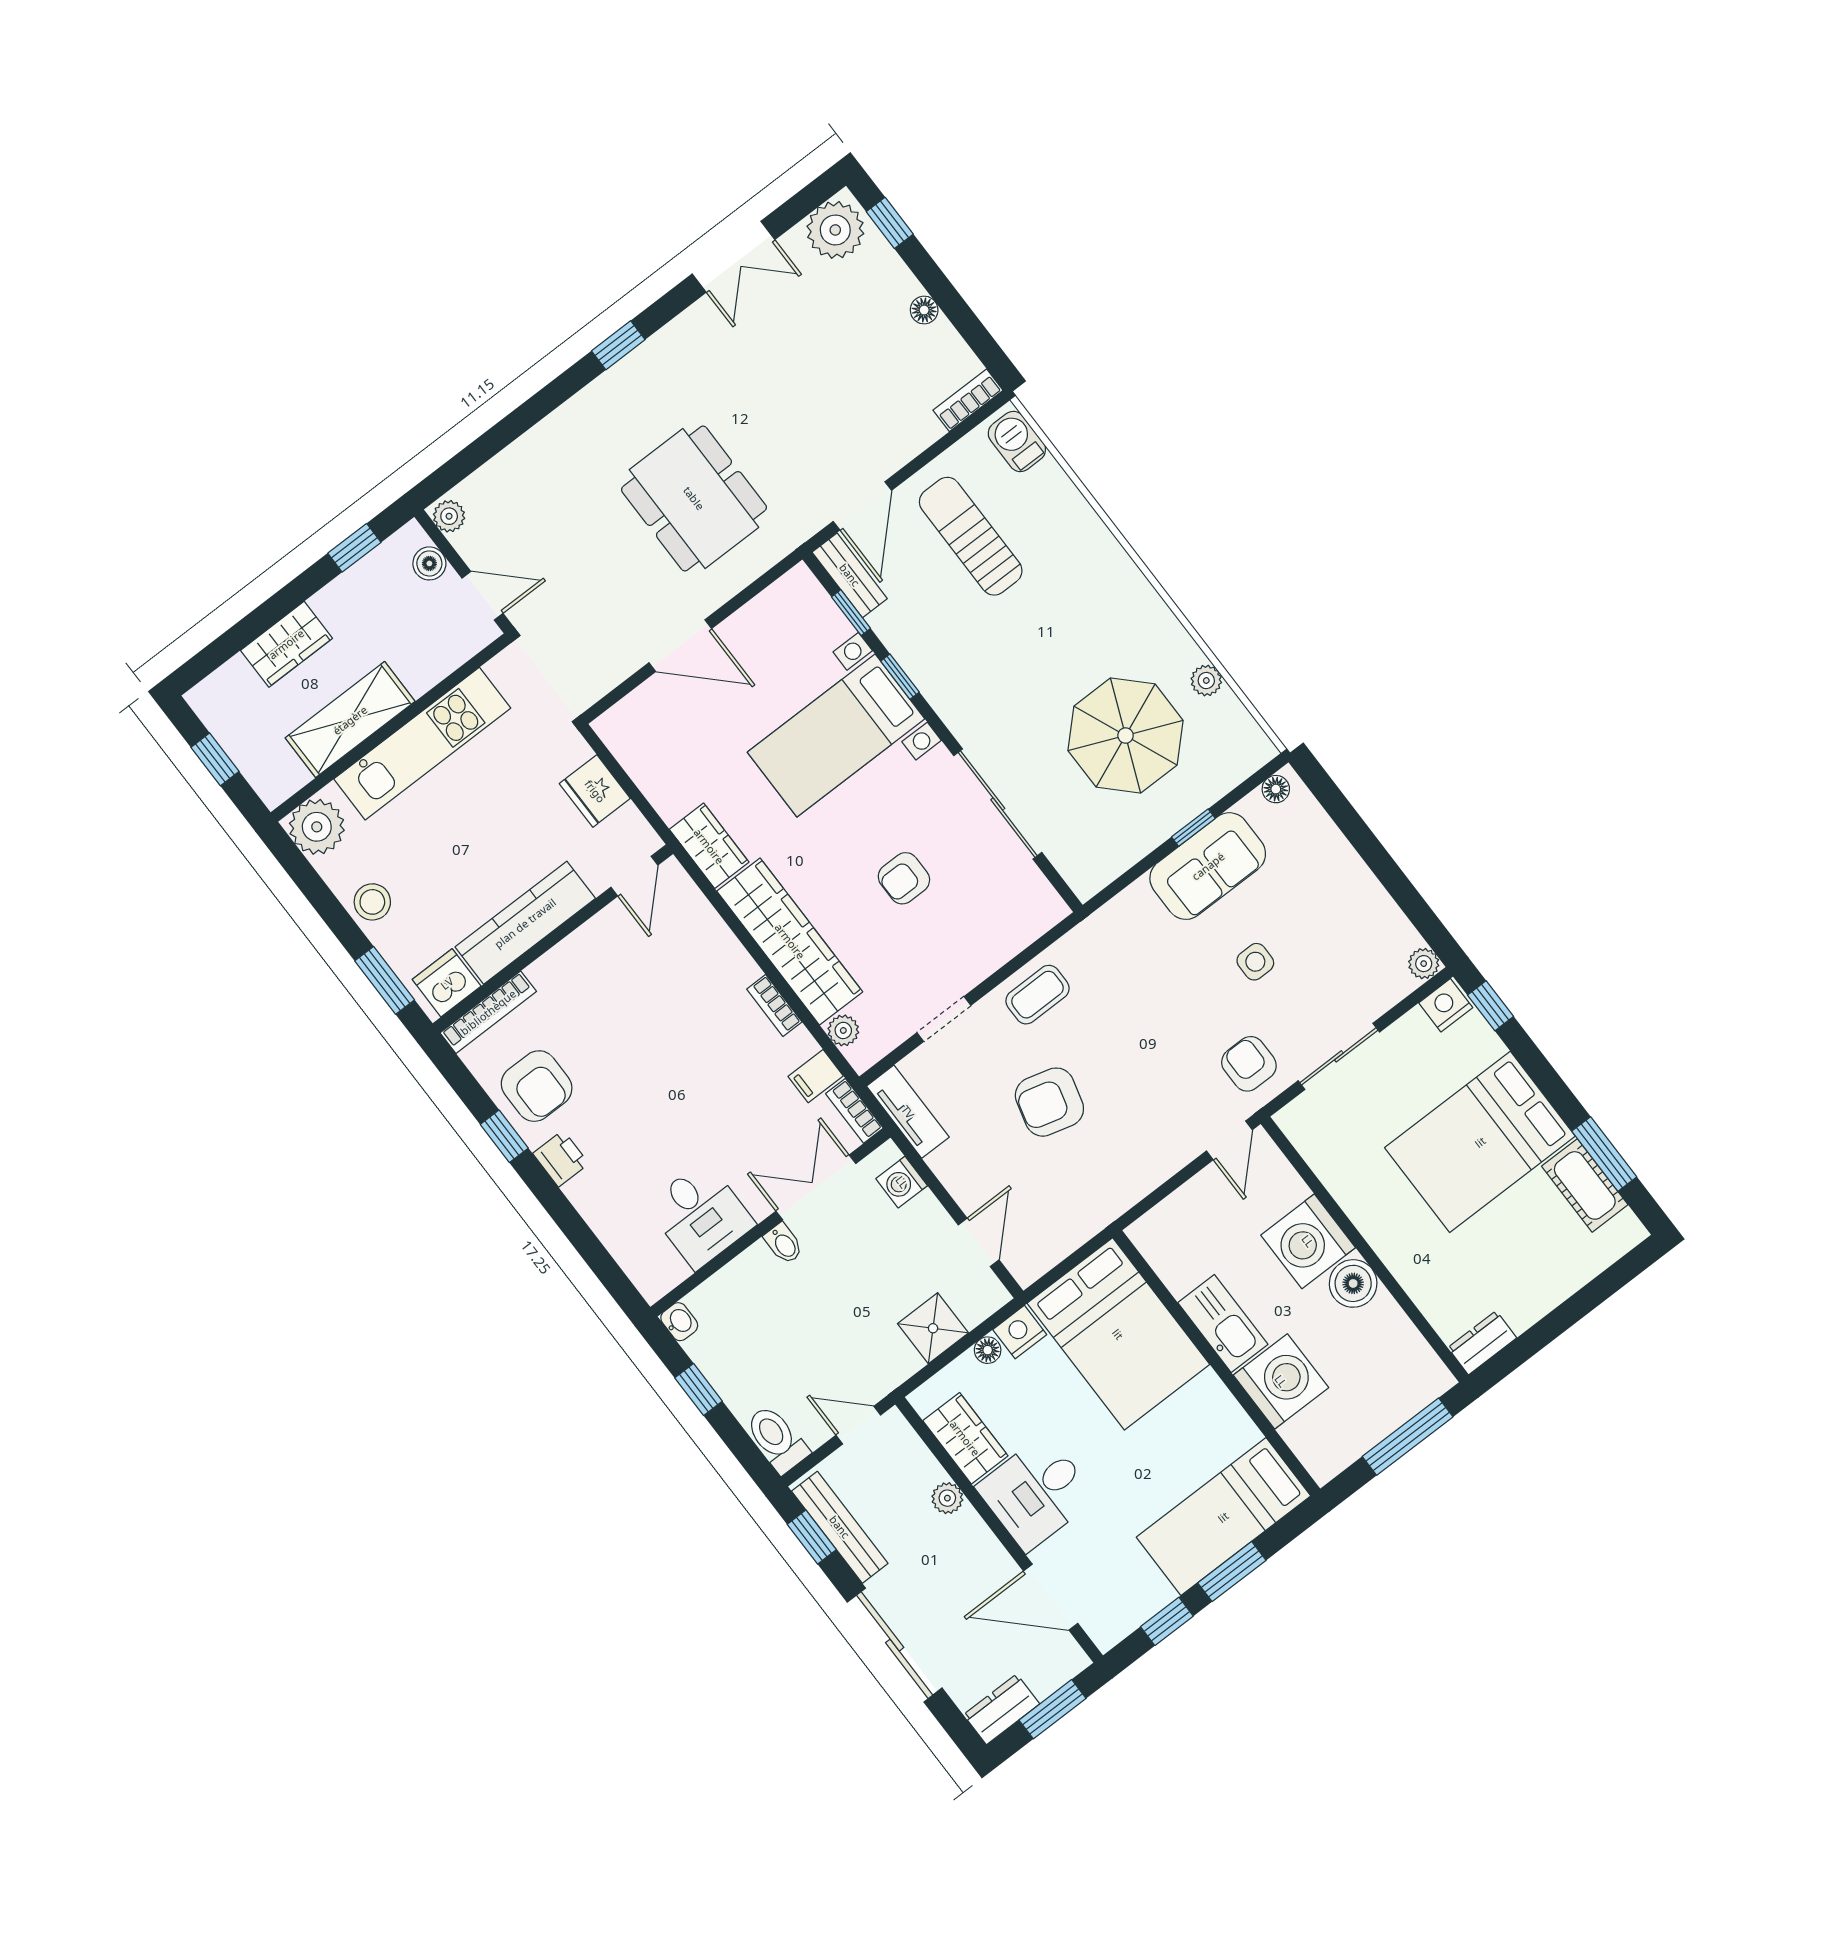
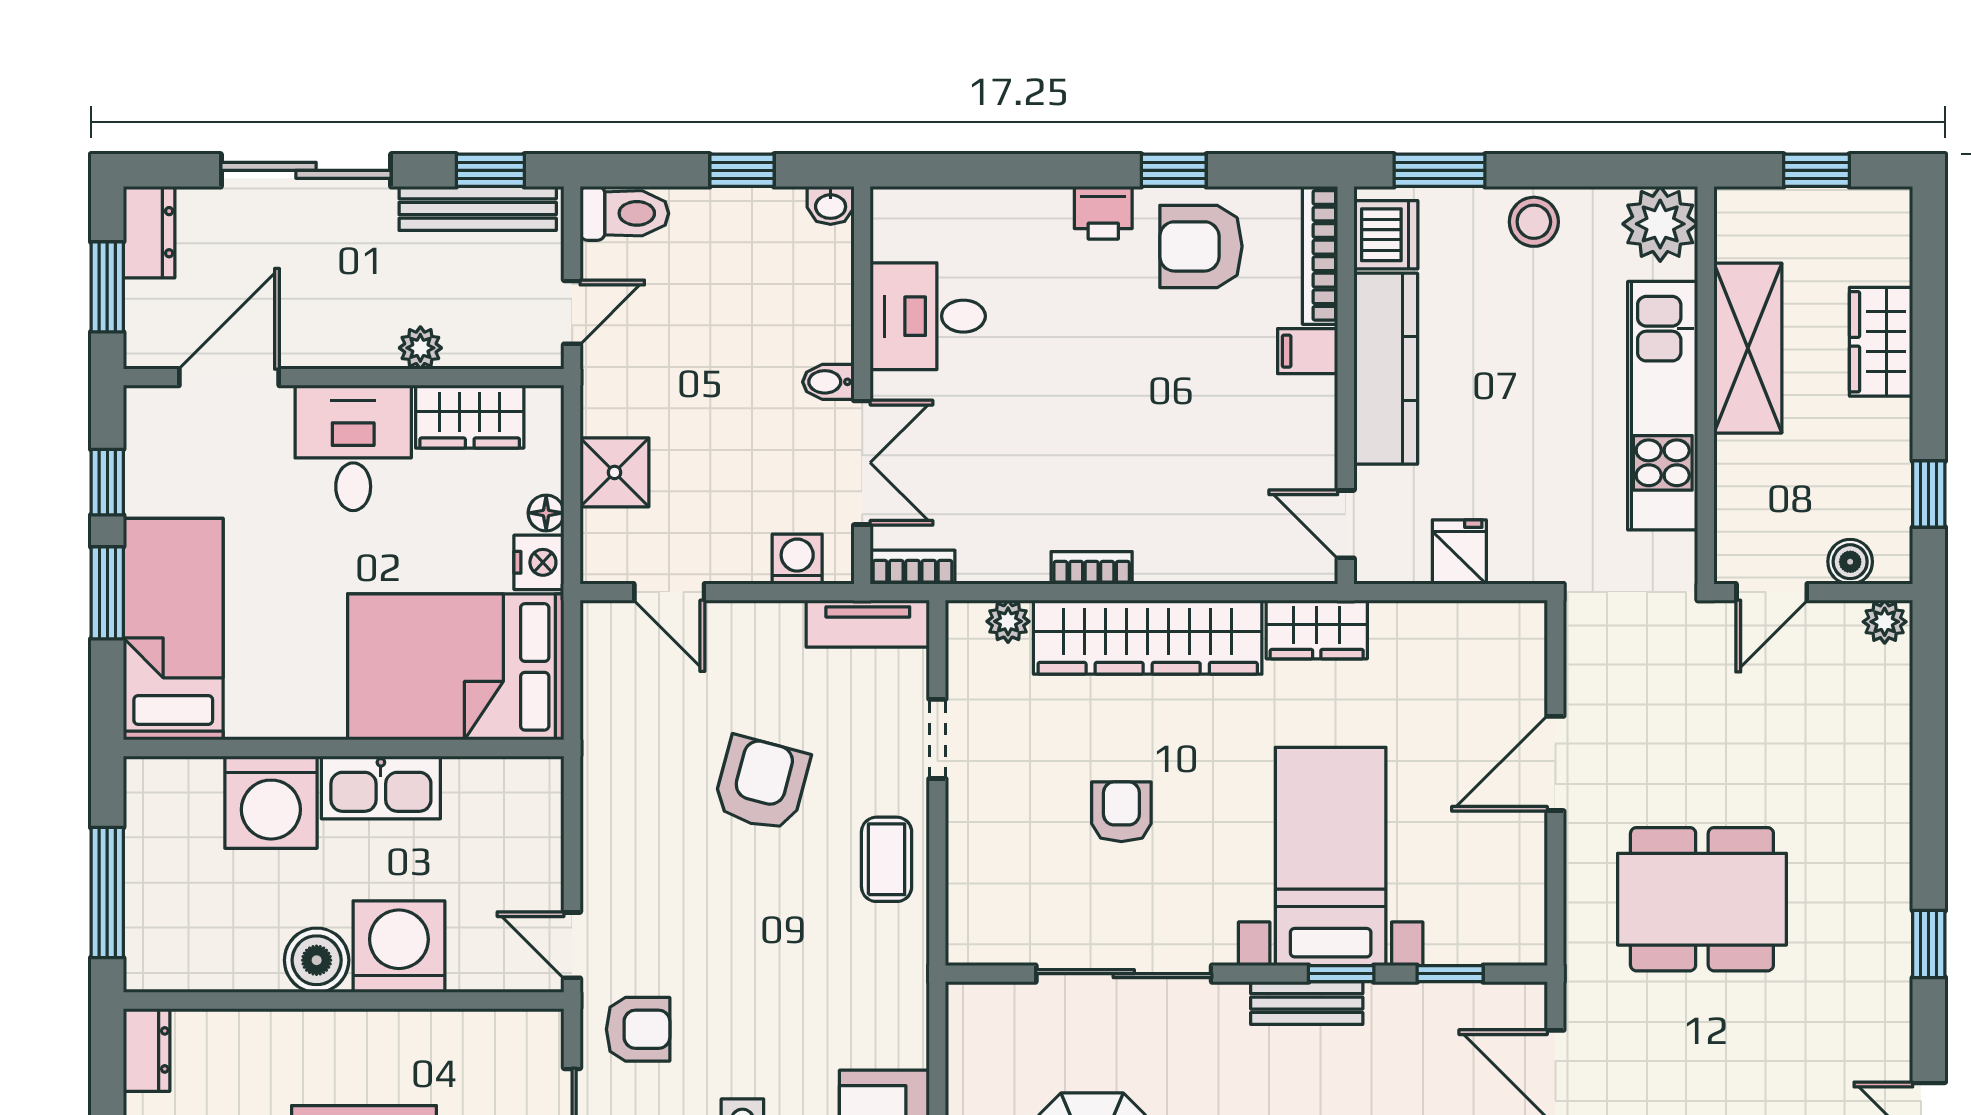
bench: (850, 575) -> (1307, 1003), moved
fridge: (595, 791) -> (1459, 552), width x0.72
filing cabinet: (816, 1076) -> (1308, 351), moved, turned -90

